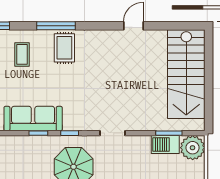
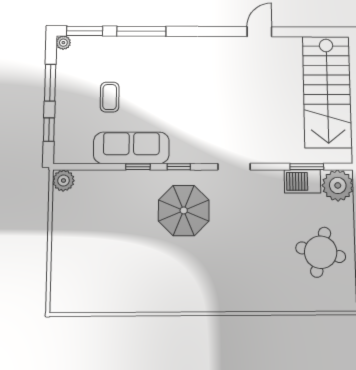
window: (56, 26) -> (141, 31), moved
rug: (64, 48) -> (172, 58), removed
coffee table: (22, 54) -> (110, 97), moved

